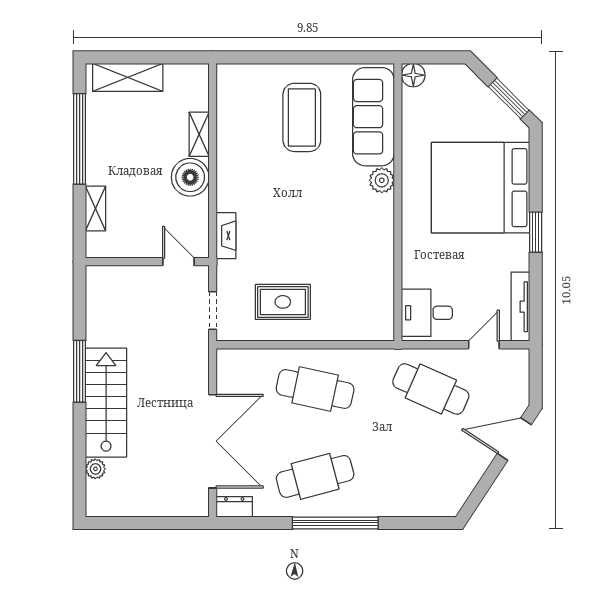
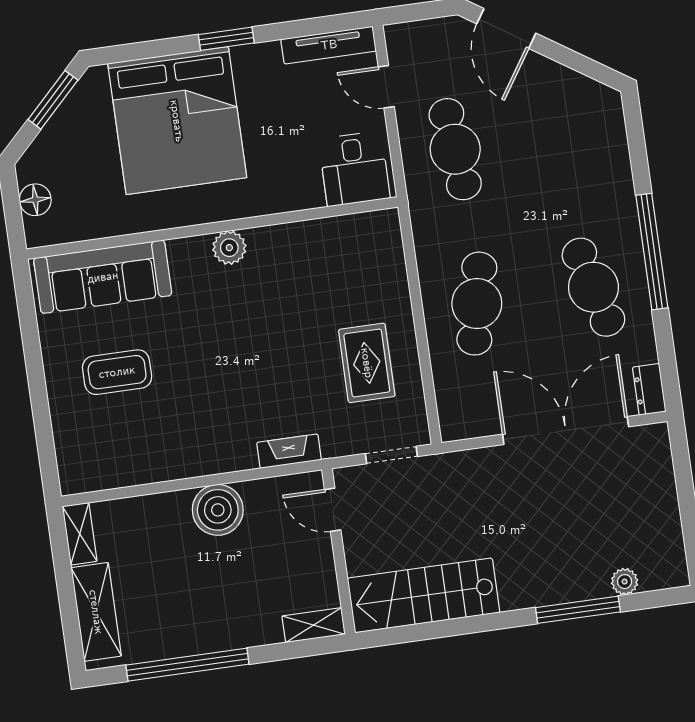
floor lamp: (413, 75) -> (35, 200), moved
coffee table: (302, 117) -> (117, 372), width x0.73, depth x0.76
shelving: (199, 134) -> (80, 534), moved, turned 90
plant: (382, 180) -> (229, 248), moved
shelving: (96, 208) -> (314, 625), moved
door: (178, 262) -> (333, 510), hinge flipped
window: (80, 371) -> (578, 610), moved
cafe table: (431, 389) -> (455, 149), turned -30
stairs: (106, 403) -> (423, 595), moved

